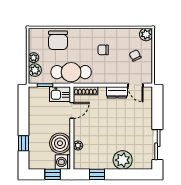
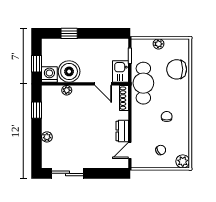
plant: (35, 70) -> (145, 45), removed
plant: (123, 160) -> (47, 137), width x0.53, depth x0.53

